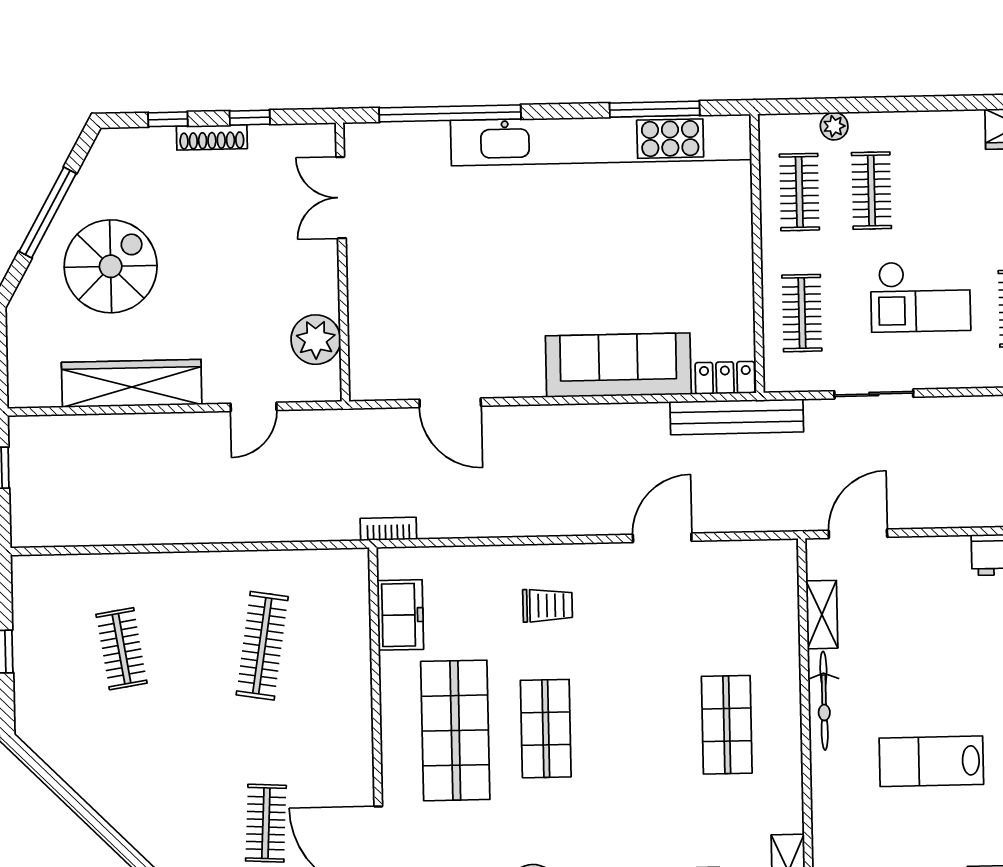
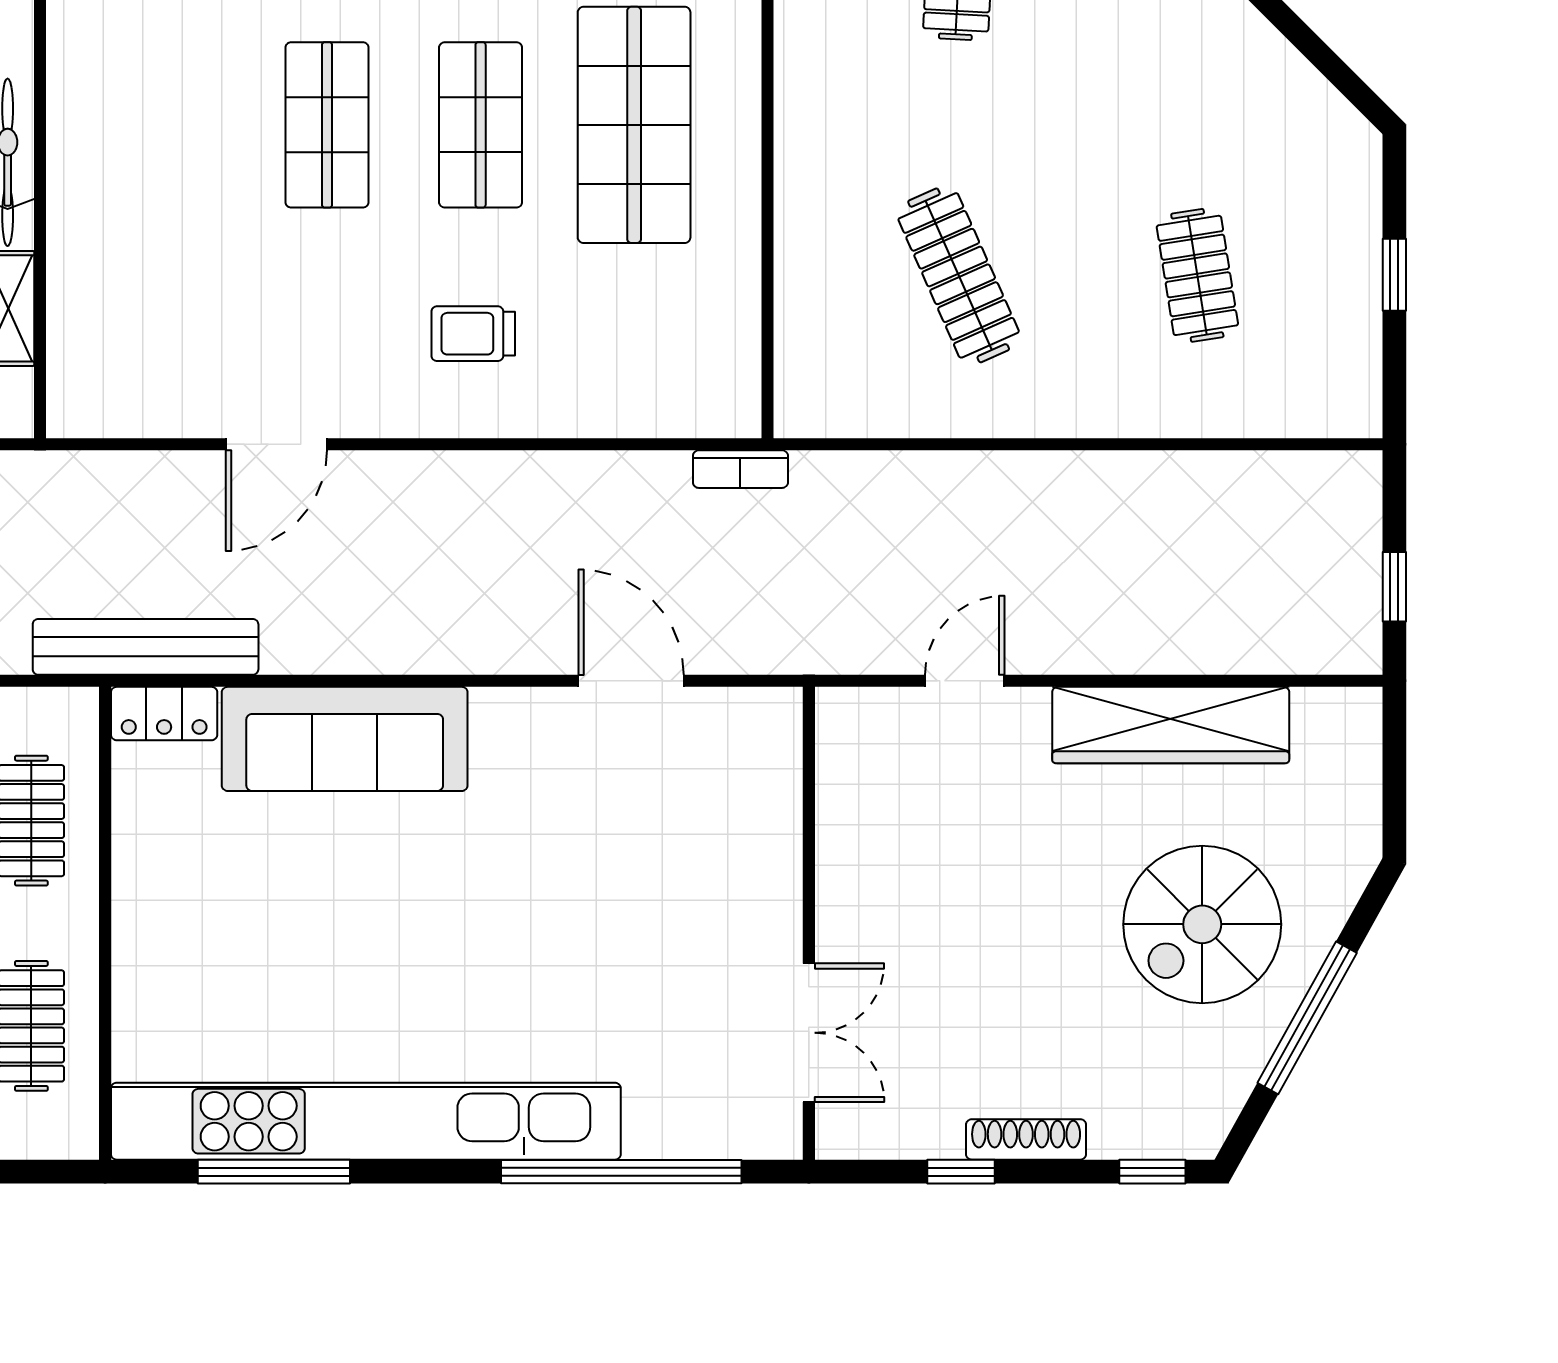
window: (168, 119) -> (1152, 1172), moved
plant: (316, 340) -> (857, 793), removed
freezer: (400, 615) -> (723, 323), removed
clothes rail: (262, 646) -> (959, 275), turned -33
shop shelf: (727, 725) -> (327, 125), moved

